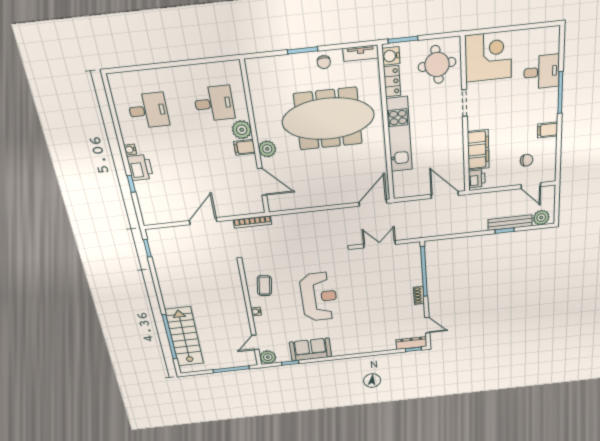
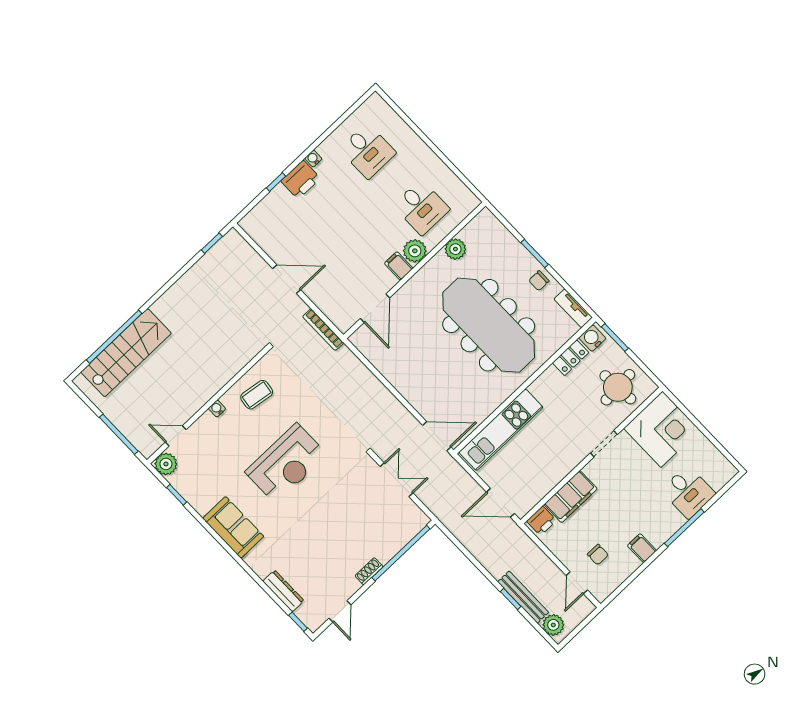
kitchen unit: (399, 135) -> (501, 430), moved
plant: (267, 149) -> (455, 249), moved
door: (445, 195) -> (500, 503), swing flipped
dresser: (411, 343) -> (283, 591), moved
sofa: (310, 350) -> (233, 527), moved

